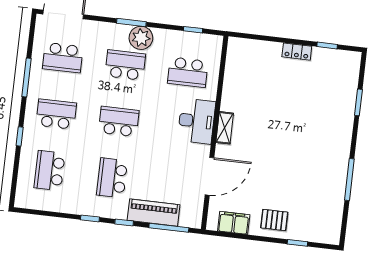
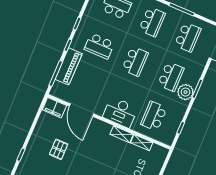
school desk: (63, 58) -> (188, 37), turned 180
shelving: (230, 78) -> (142, 143), added
shelving: (225, 128) -> (122, 134), moved
school desk: (112, 178) -> (99, 46), turned 180
pallet: (274, 220) -> (59, 149), moved
filing cabinet: (234, 223) -> (54, 108), moved, turned 90

